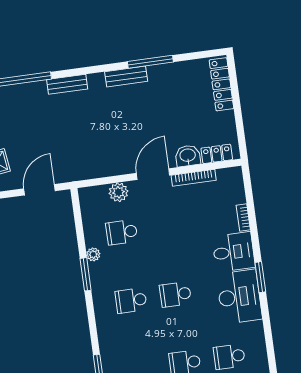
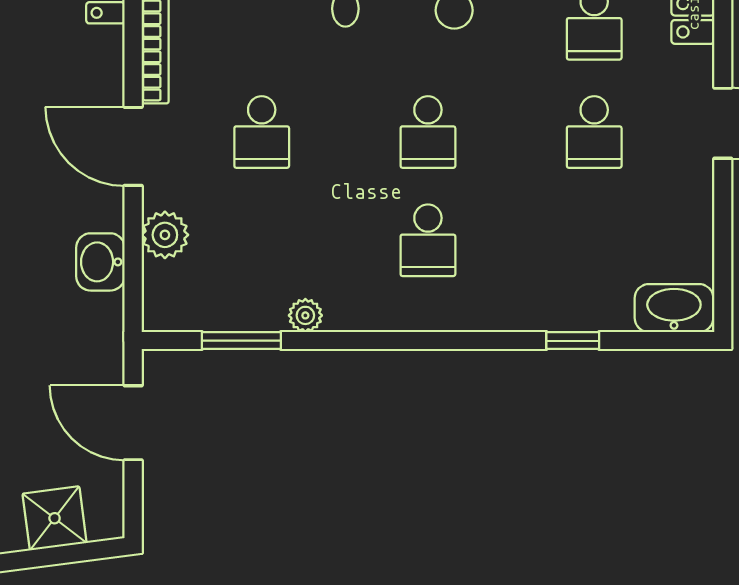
washbasin: (188, 156) -> (100, 262), moved
school desk: (122, 232) -> (262, 132), moved
window: (86, 274) -> (241, 341), moved

